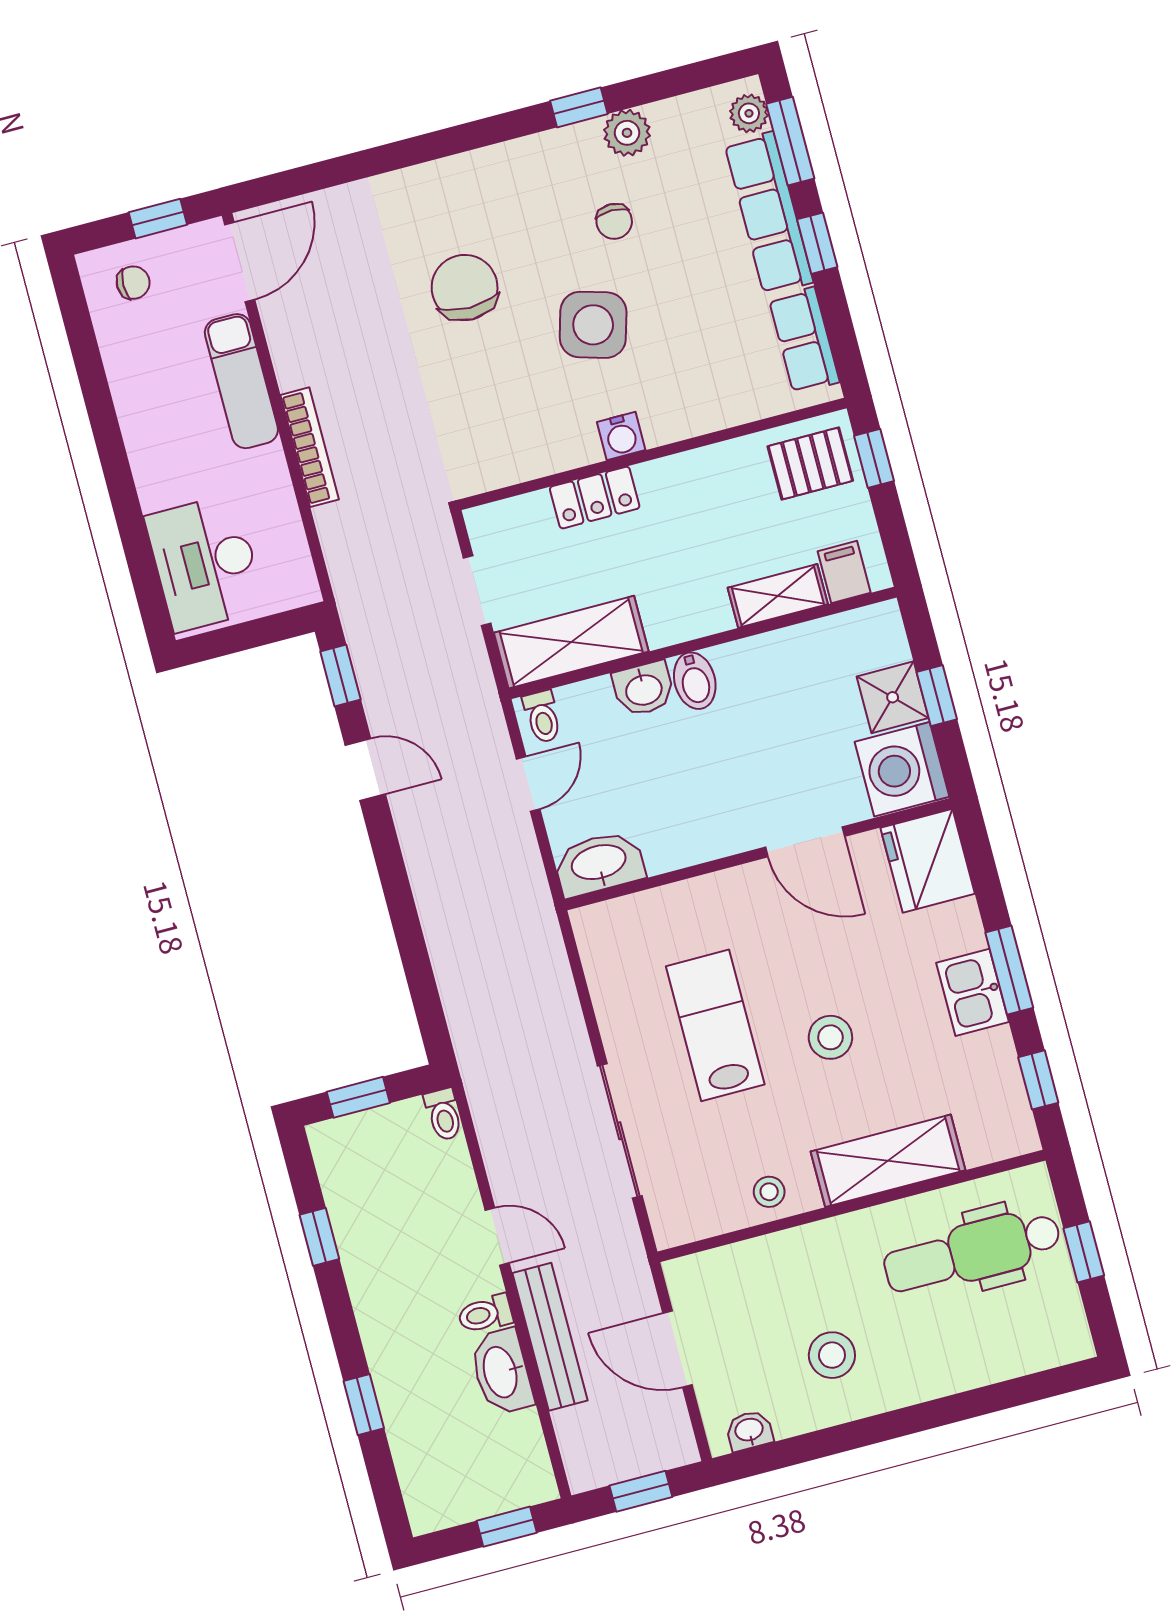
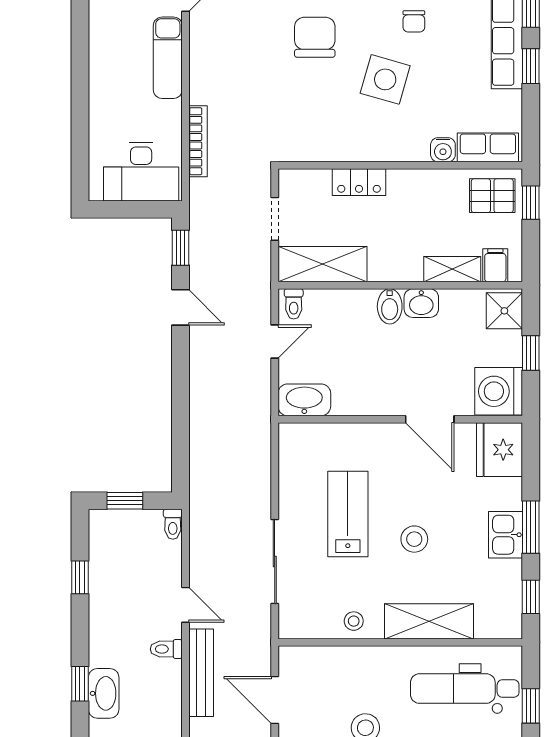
row of seats: (804, 340) -> (488, 147), moved, turned 90
water cooler: (621, 436) -> (443, 150), moved
bookcase: (310, 447) -> (198, 141), moved
desk: (205, 563) -> (141, 172), moved, turned -90
washbasin: (644, 689) -> (421, 303), moved
shower: (893, 697) -> (504, 311), moved
washbasin: (502, 1372) -> (104, 693), moved, turned 180

